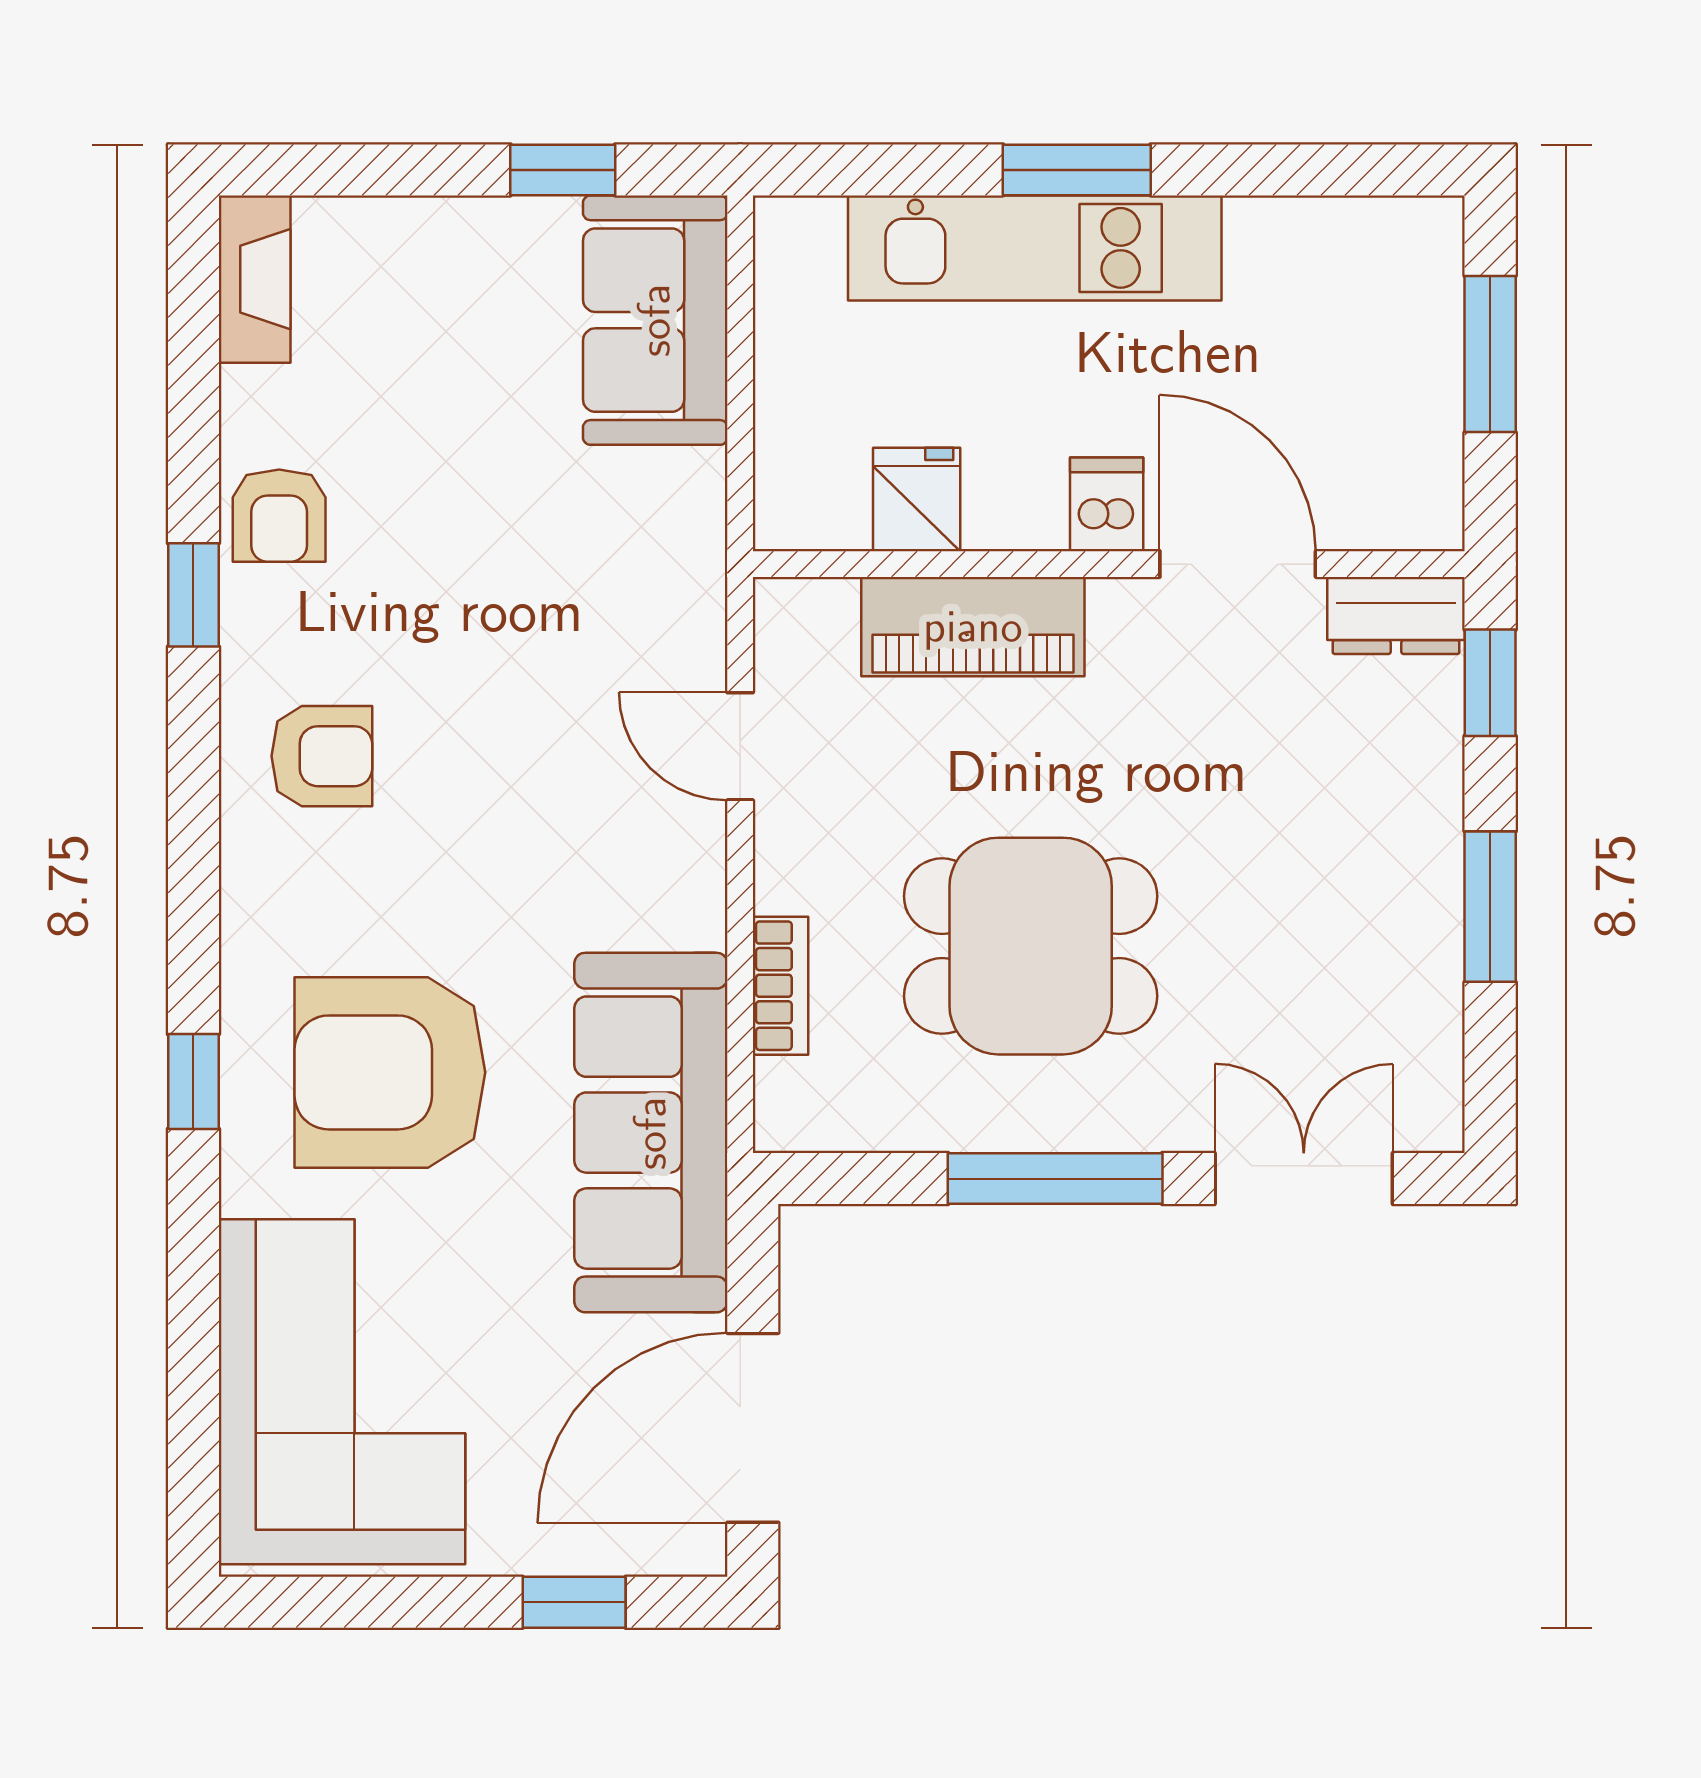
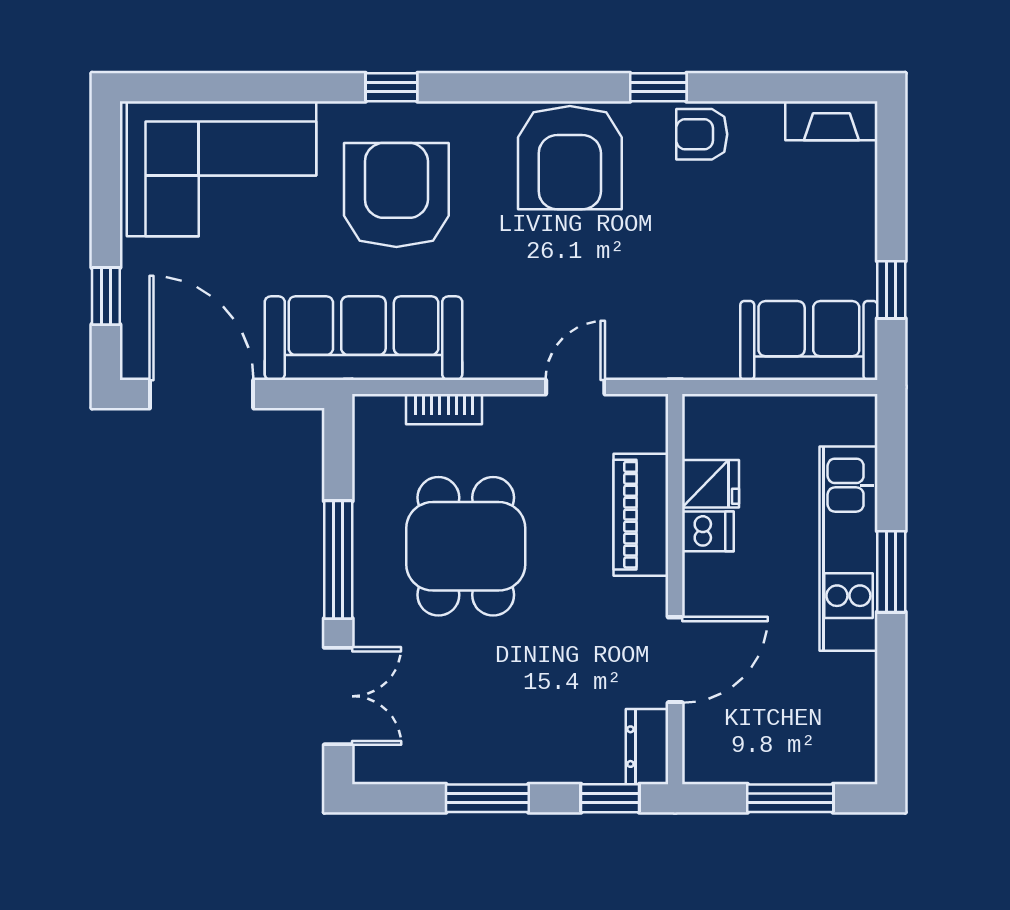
dishwasher: (1107, 504) -> (708, 531), moved
armchair: (322, 756) -> (570, 158), width x1.88, depth x1.88

